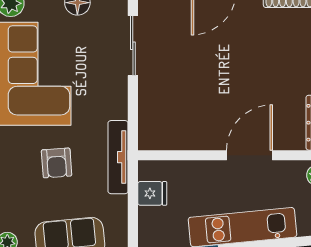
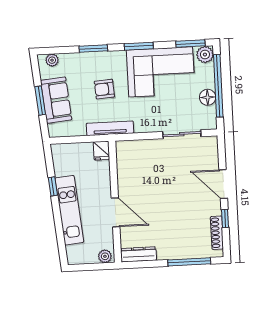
fridge: (152, 193) -> (102, 151), moved

